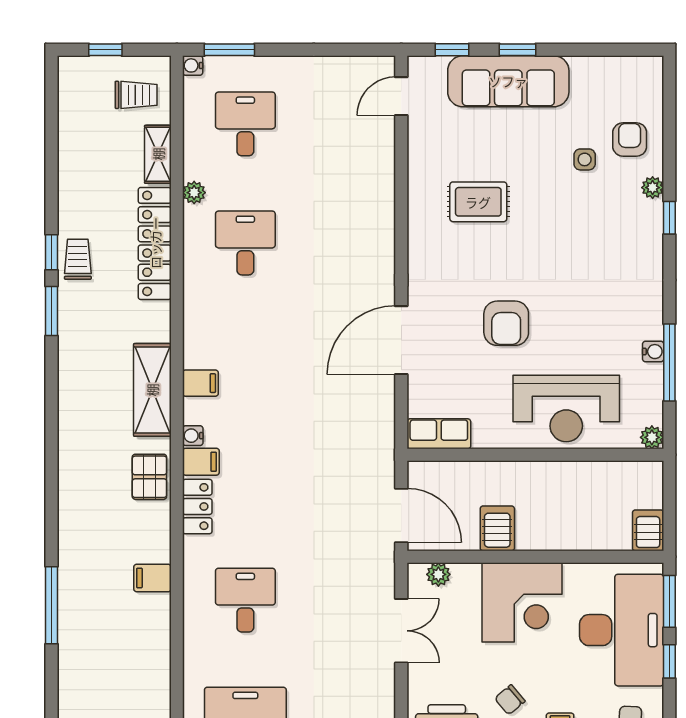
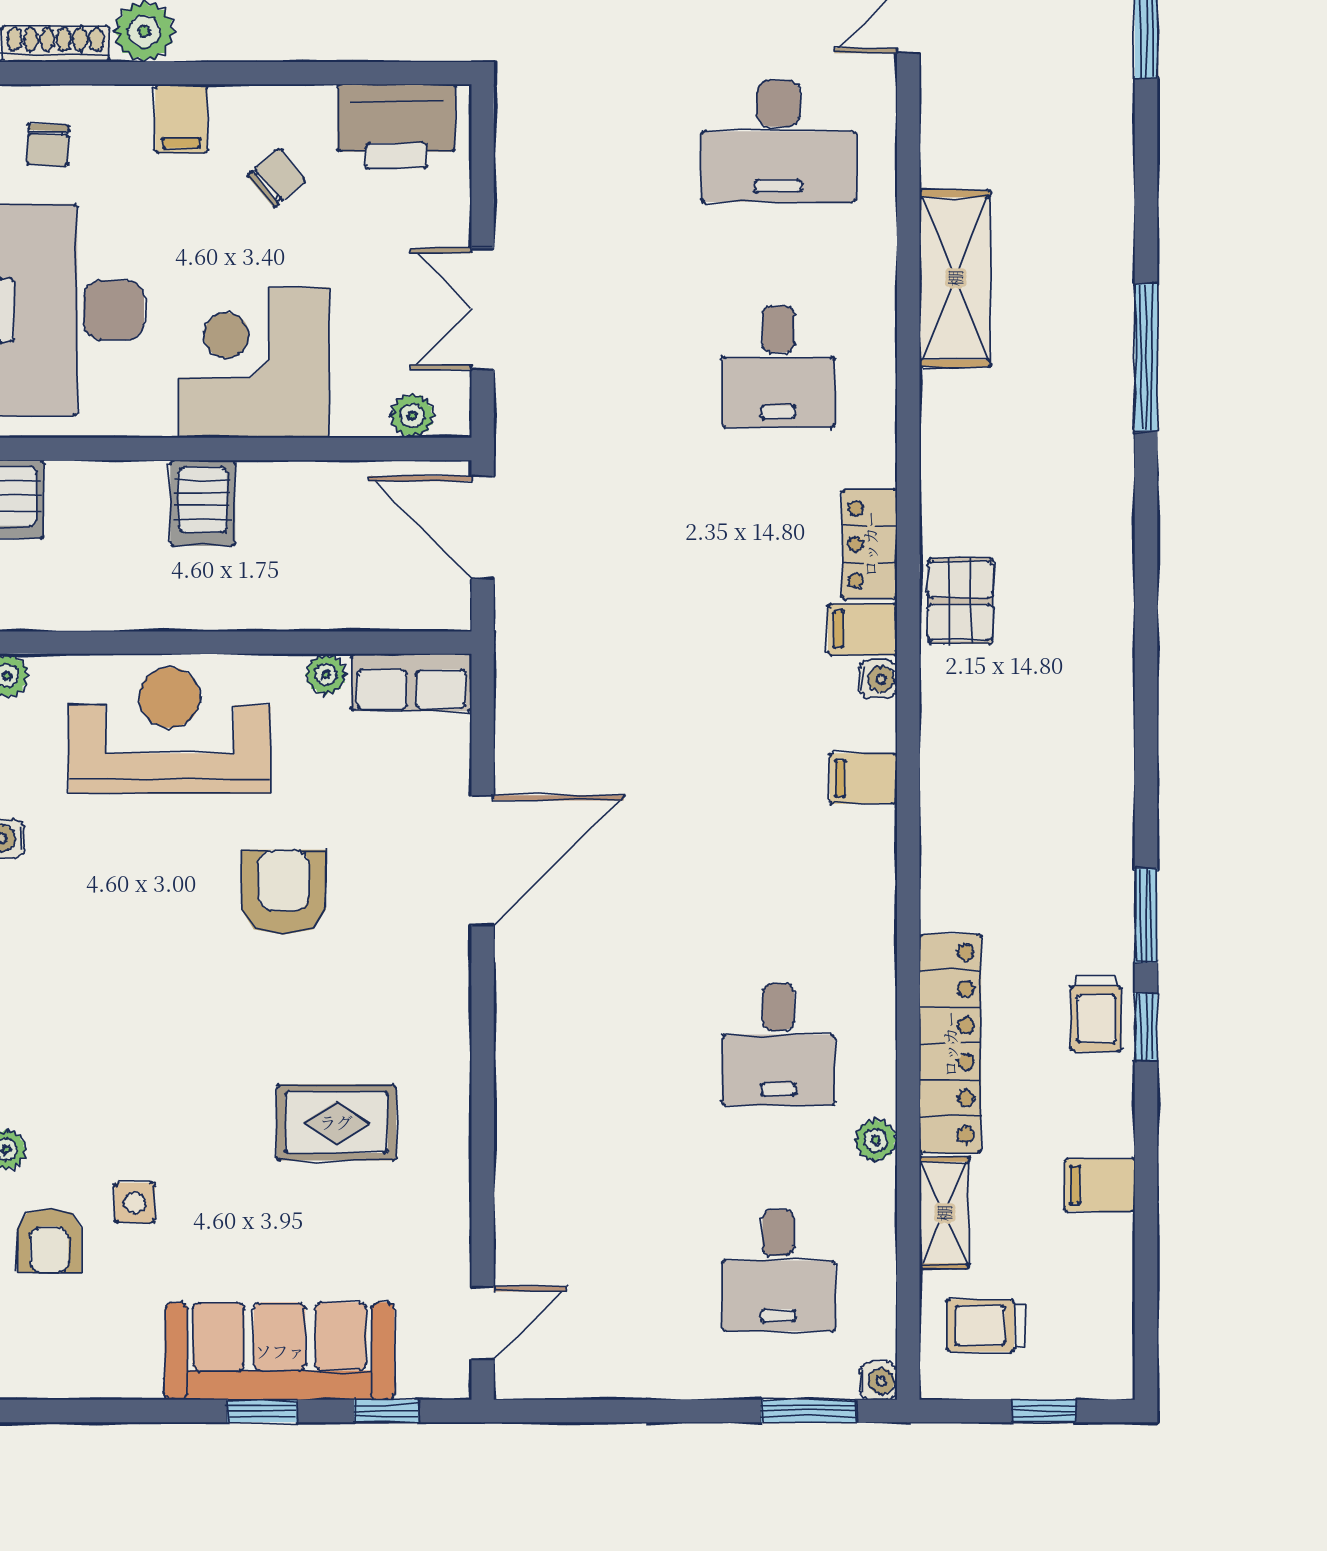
shelving: (152, 390) -> (955, 278), moved
plant: (484, 438) -> (326, 674), added
server rack: (497, 528) -> (203, 503), moved
filing cabinet: (152, 578) -> (1100, 1185), moved, turned 180

